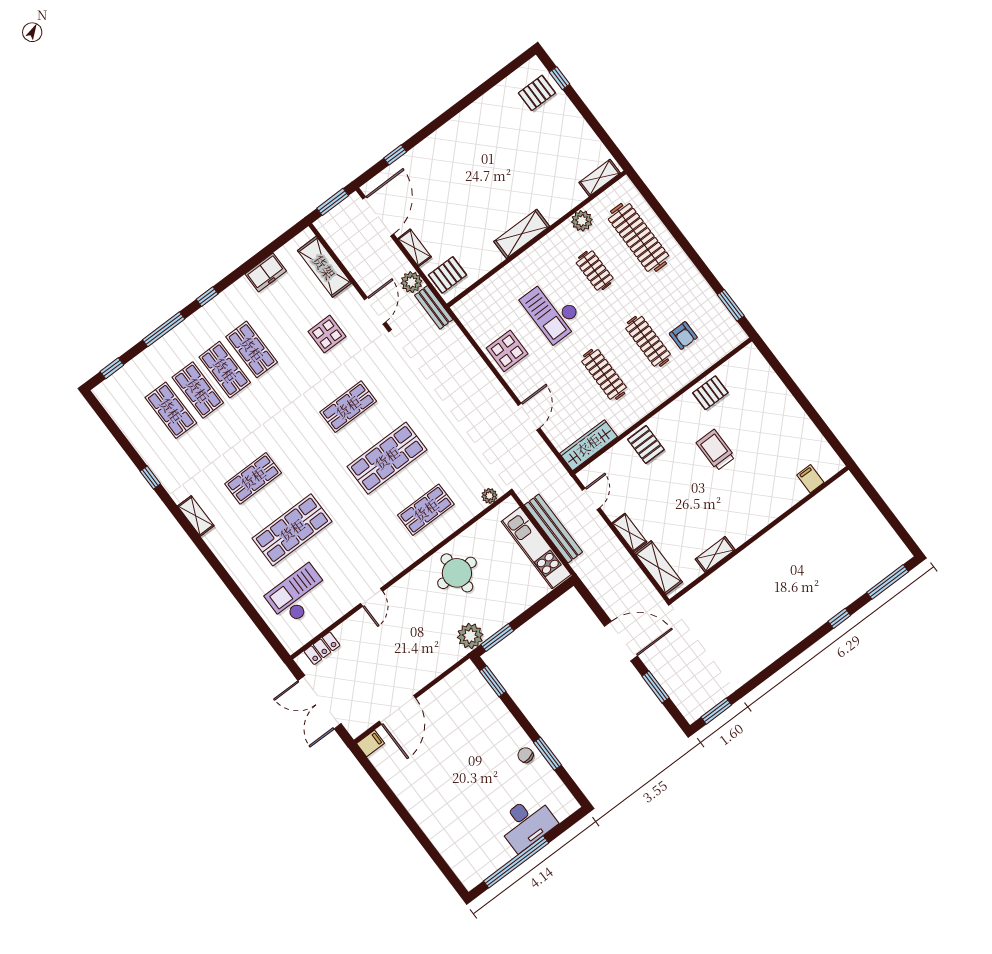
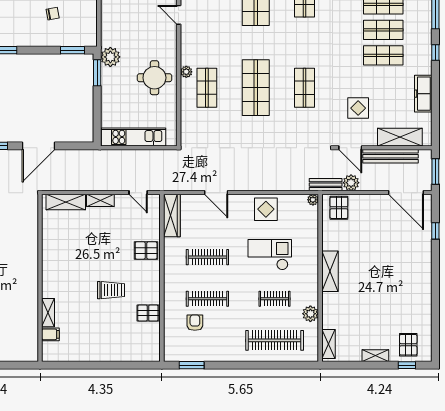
shelving: (414, 248) -> (375, 356), moved
freezer: (266, 273) -> (423, 94), width x1.40
plant: (460, 309) -> (313, 200), added
armchair: (683, 336) -> (195, 323), turned 90
pallet: (710, 393) -> (148, 313), turned 90
plant: (489, 496) -> (186, 72), moved
bench: (553, 529) -> (390, 156), moved
shelving: (715, 554) -> (48, 313), moved
chair: (526, 755) -> (53, 14), moved

